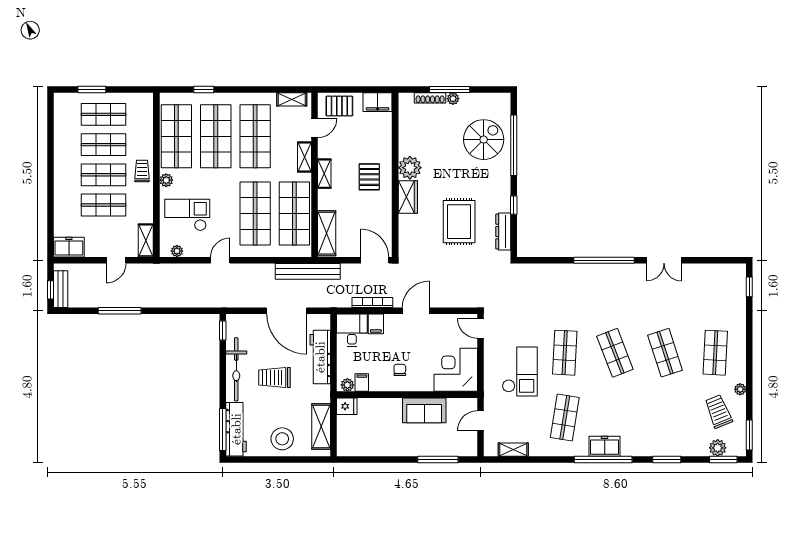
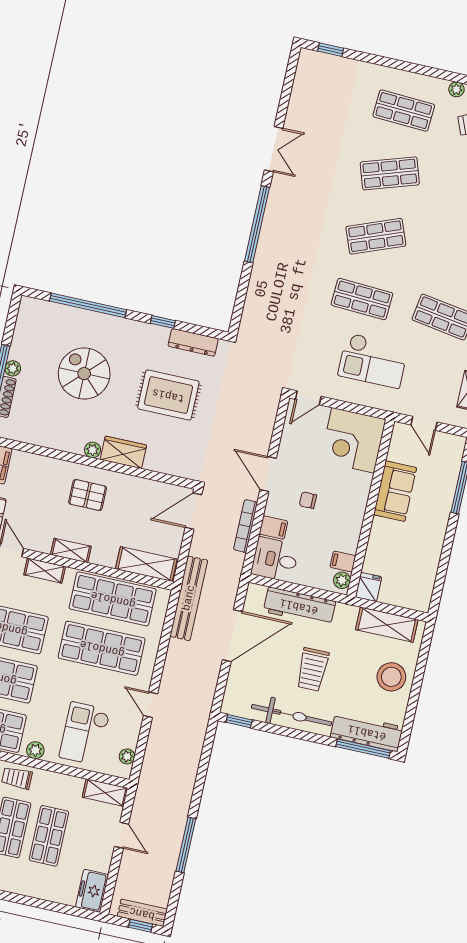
spiral stairs: (484, 140) -> (84, 374), moved
plant: (410, 168) -> (93, 450), width x0.53, depth x0.53
chair: (400, 370) -> (308, 500), moved
checkout: (520, 372) -> (373, 361), turned 180

